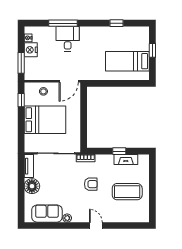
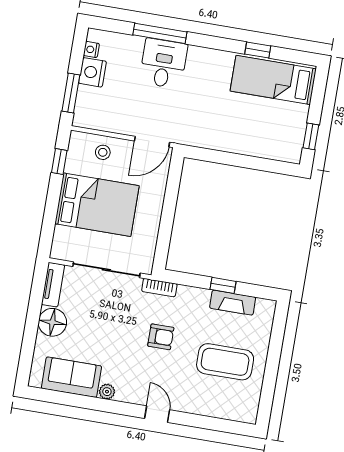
window: (152, 50) -> (311, 136), moved
bed: (127, 61) -> (273, 80), moved

